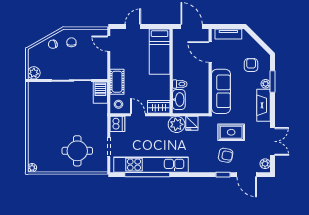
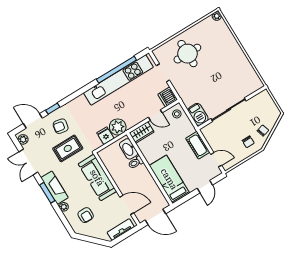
plant: (34, 73) -> (264, 97), removed
window: (272, 81) -> (47, 193), moved
cot: (117, 82) -> (198, 145), moved

